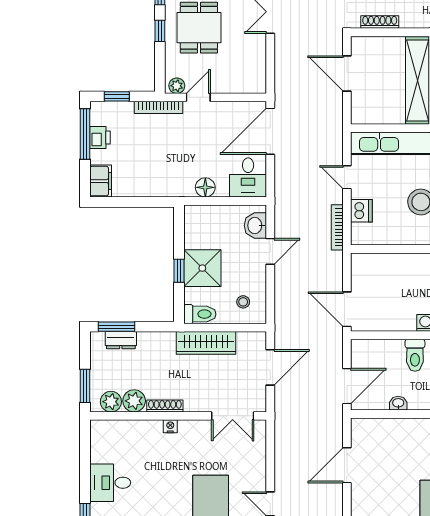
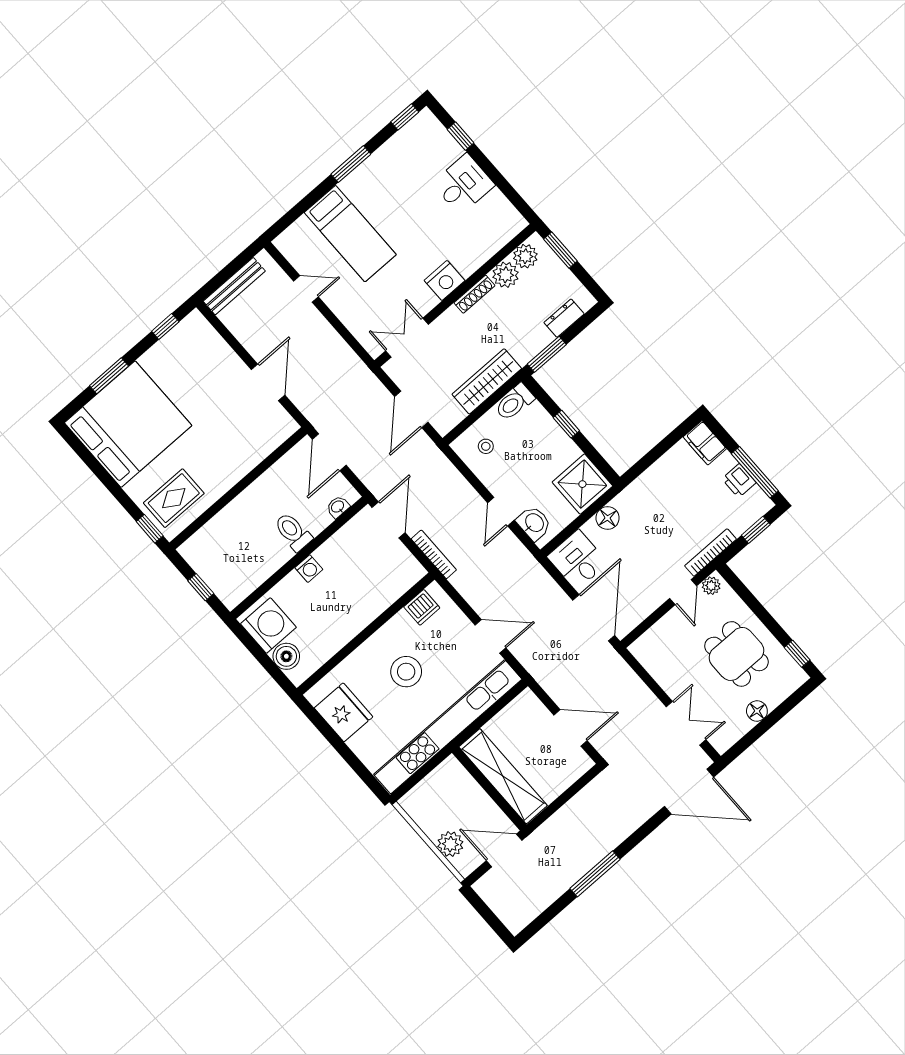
shoe rack: (380, 22) -> (581, 799), removed
window: (160, 31) -> (768, 621), removed
door: (347, 177) -> (491, 636), width x1.38
dishwasher: (361, 211) -> (422, 607), moved, turned -90
bookcase: (337, 227) -> (434, 554), moved
shower: (202, 268) -> (582, 484), moved
door: (347, 309) -> (389, 520), hinge flipped
window: (117, 327) -> (547, 354), moved
washbasin: (398, 403) -> (338, 507), moved, turned 180
nightstand: (170, 426) -> (445, 280), width x1.89, depth x1.79

